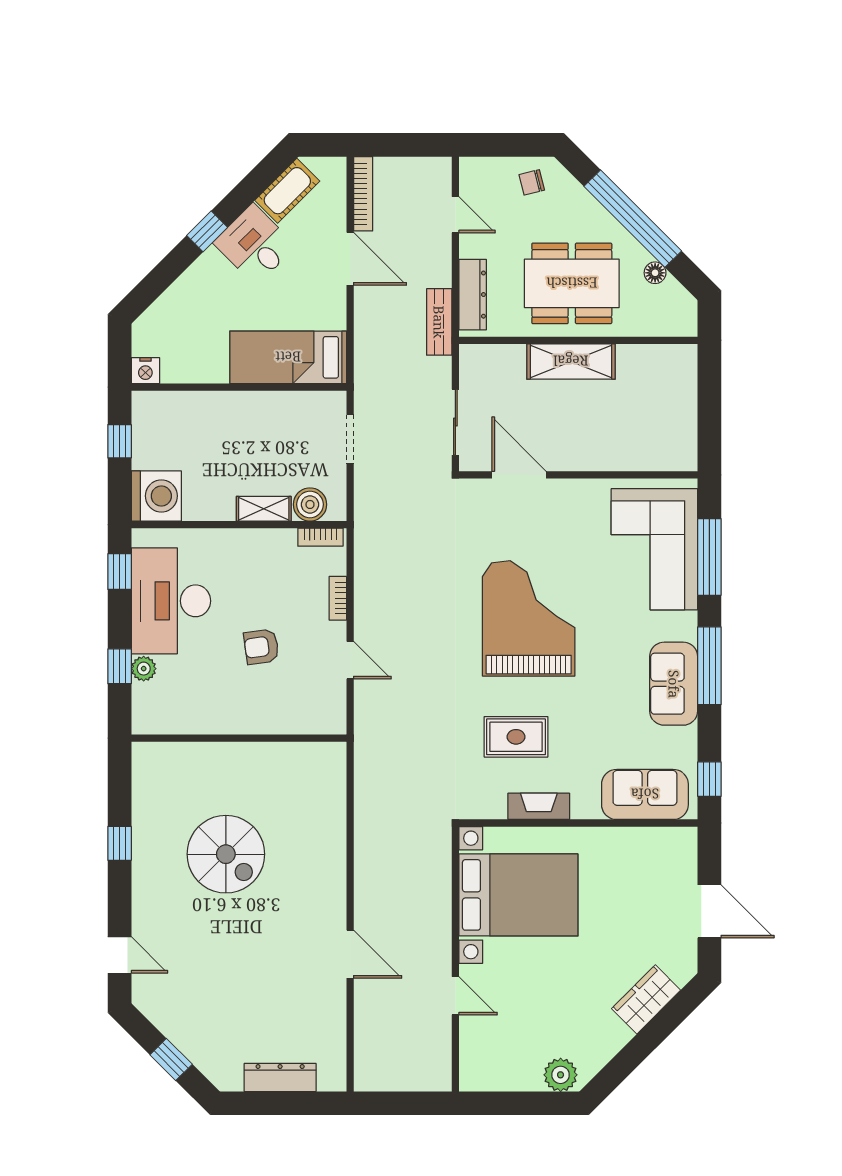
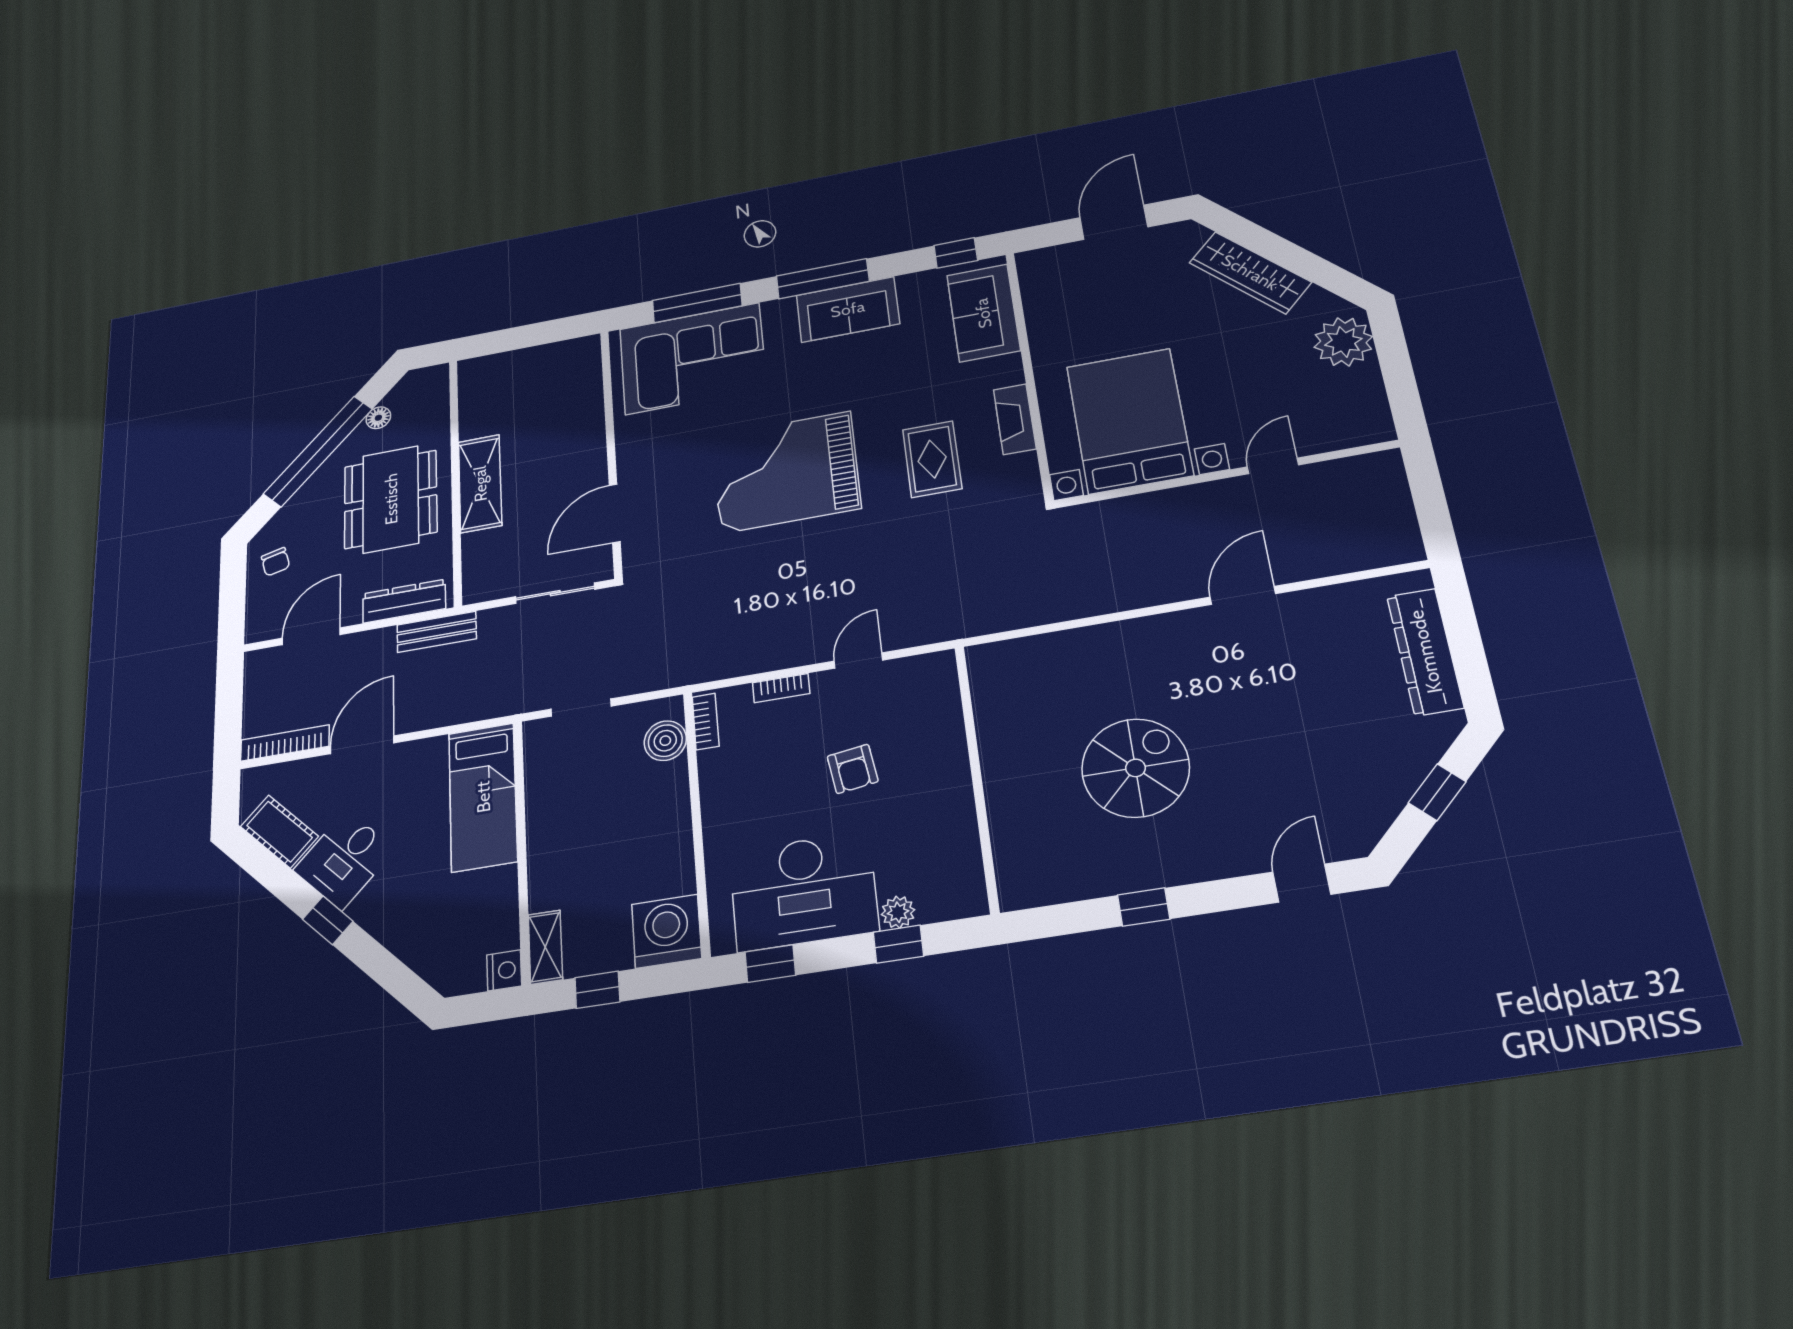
door: (455, 215) -> (311, 636), width x1.38
shelving: (264, 509) -> (545, 947), moved
wardrobe: (646, 999) -> (1250, 272), width x1.50
plant: (561, 1075) -> (1343, 342), width x1.36, depth x1.36
dresser: (280, 1078) -> (1425, 652), width x1.37, depth x1.24

